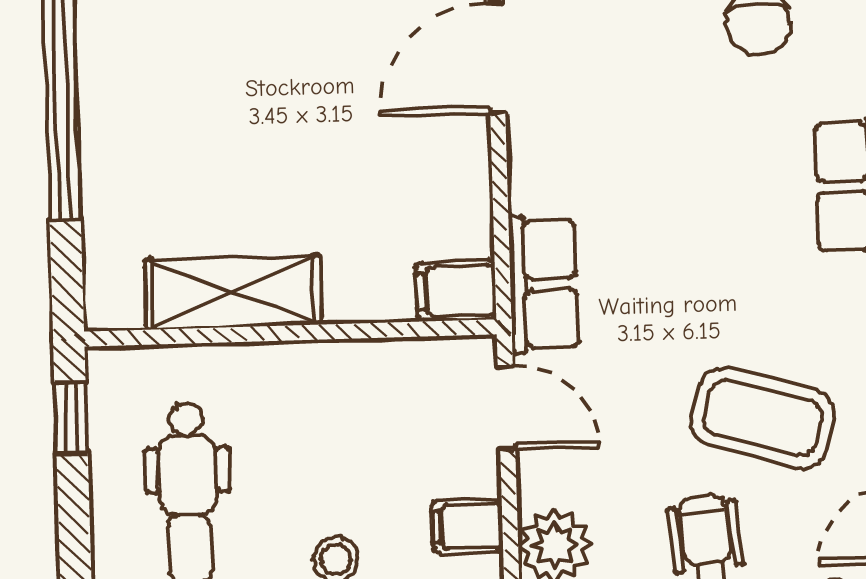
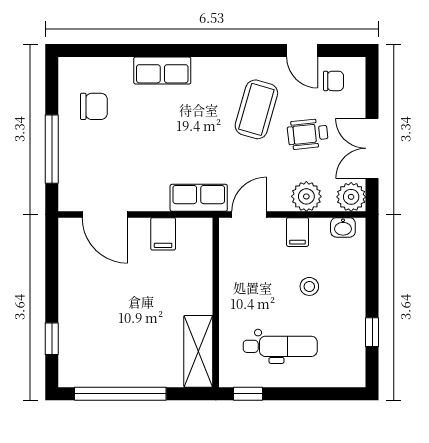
filing cabinet: (456, 291) -> (163, 234), moved
shelving: (233, 292) -> (198, 351), moved

